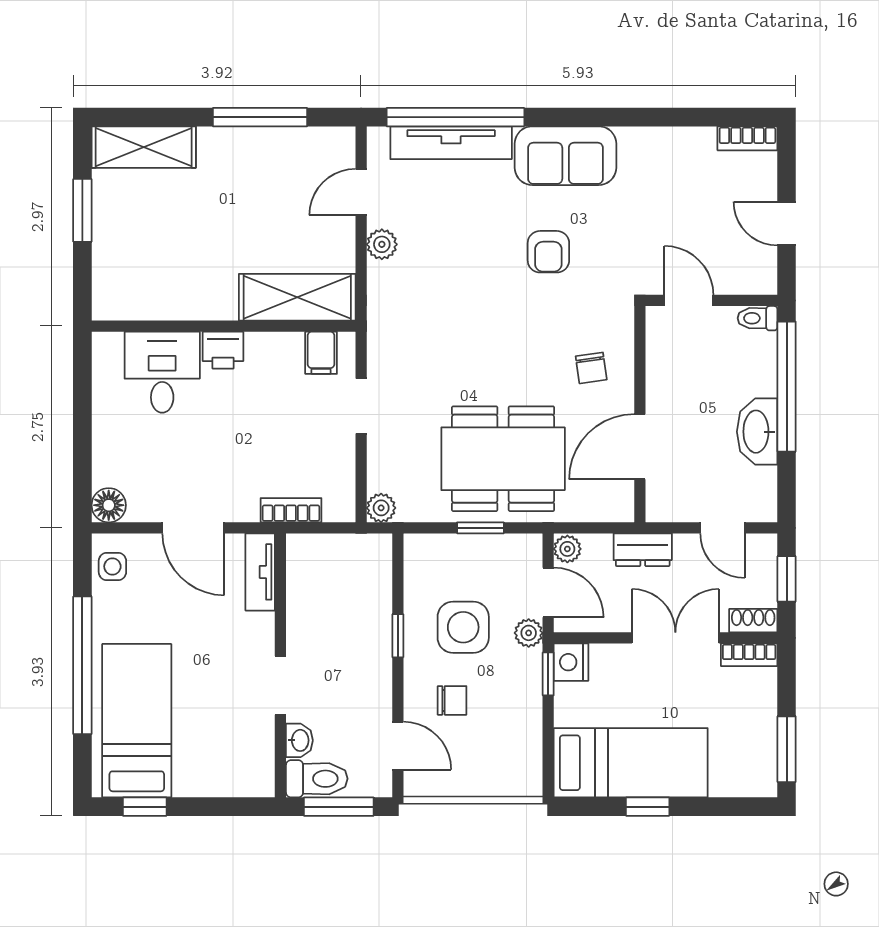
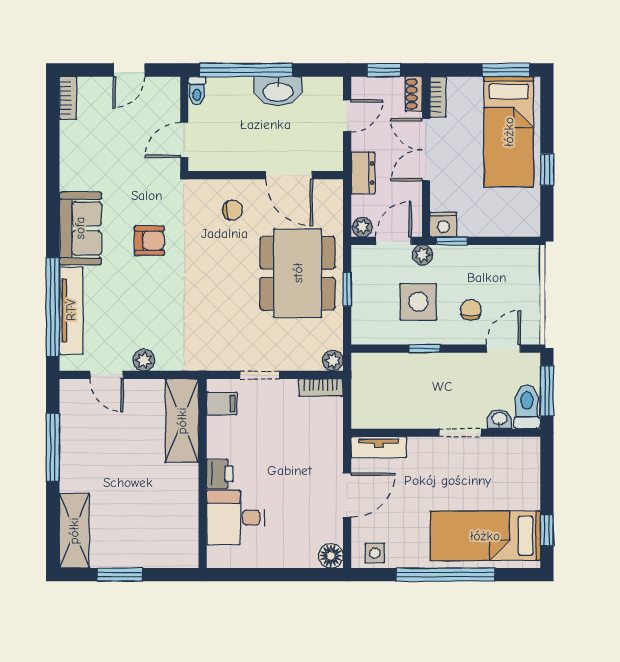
bookcase: (291, 510) -> (321, 388), moved, turned -90
bed: (631, 763) -> (509, 132), moved, turned 180

